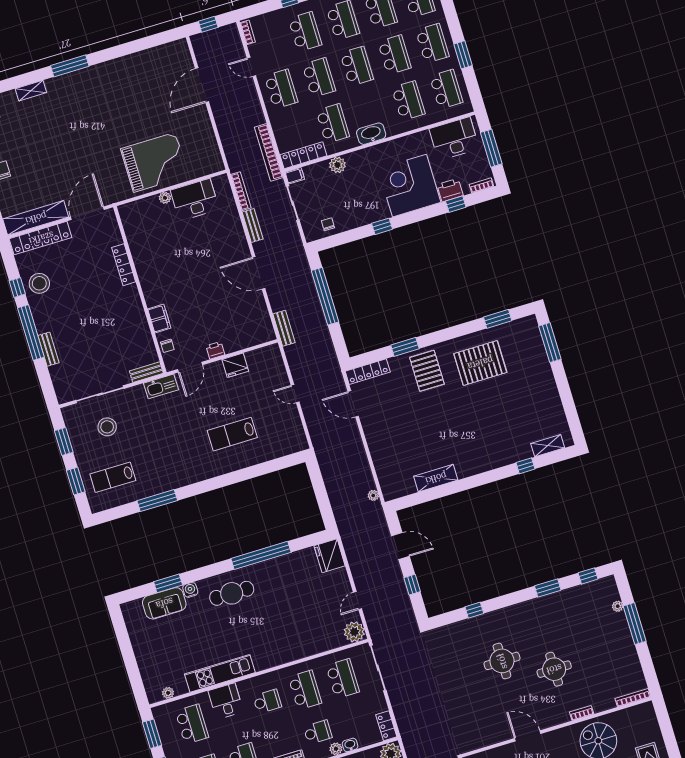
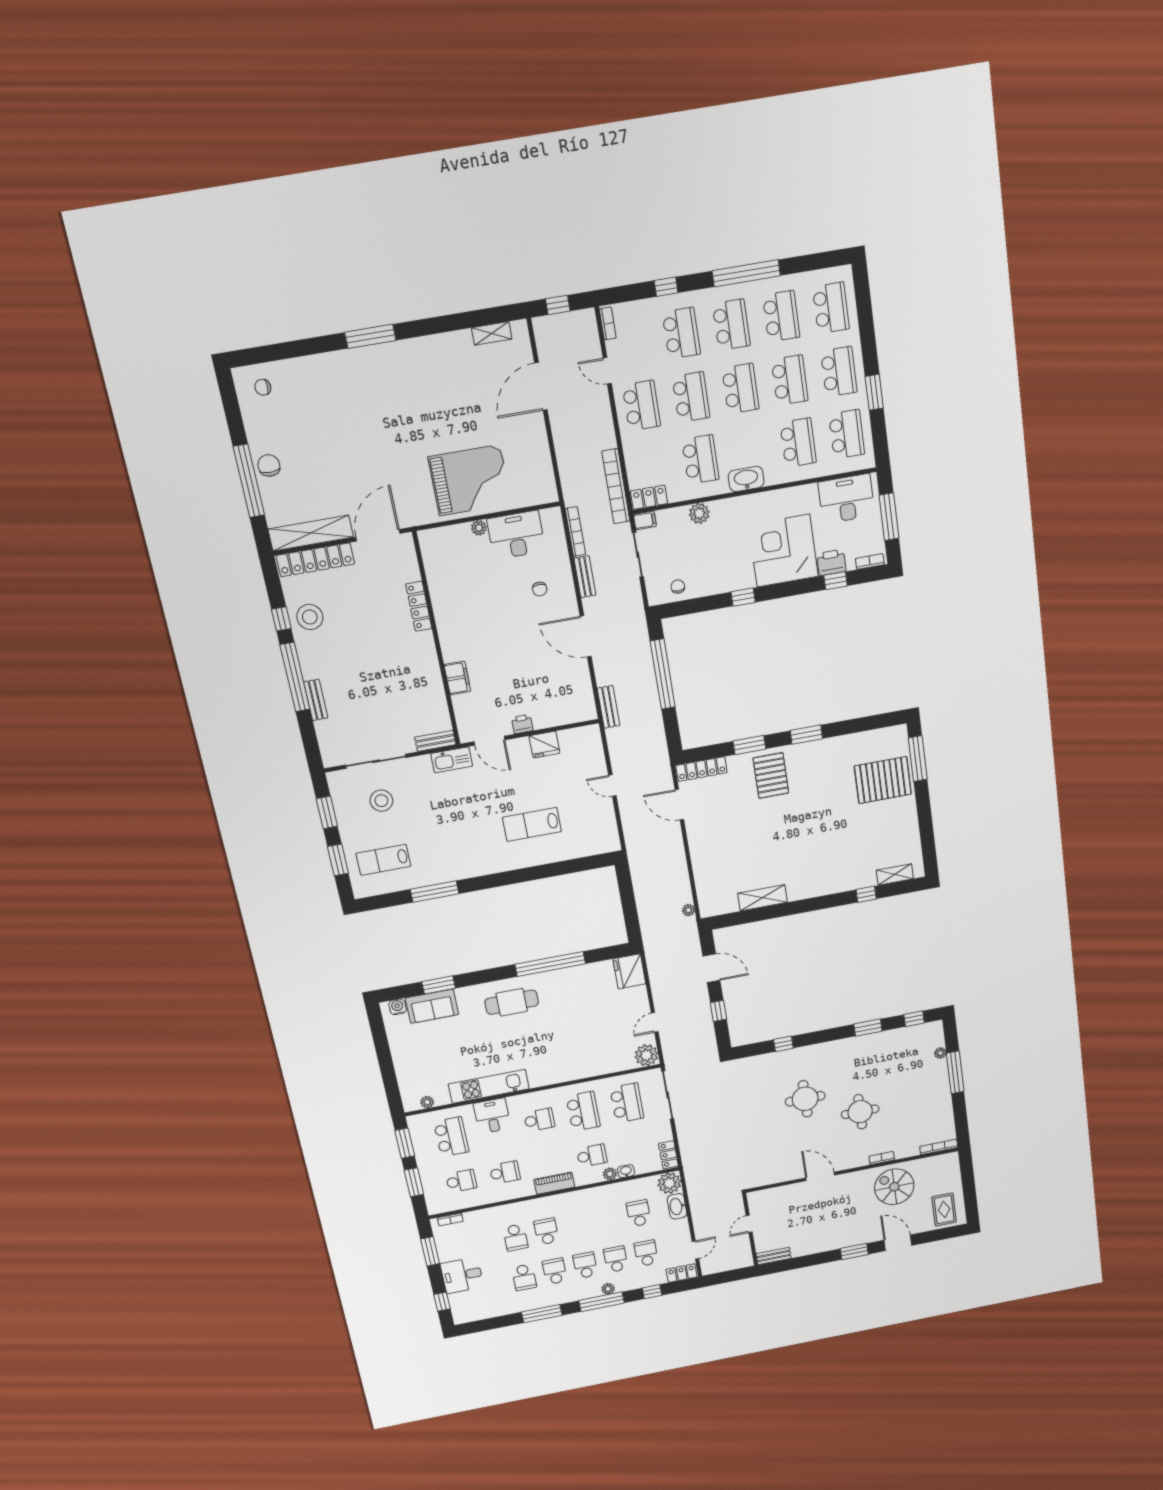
shelving: (31, 91) -> (492, 333), moved
locker: (303, 155) -> (649, 497), width x0.66
window: (498, 319) -> (806, 735), moved
chair: (167, 346) -> (540, 589), moved
pallet: (480, 363) -> (883, 780), moved
door: (190, 367) -> (489, 741), hinge flipped
water cooler: (190, 590) -> (398, 1007), moved

